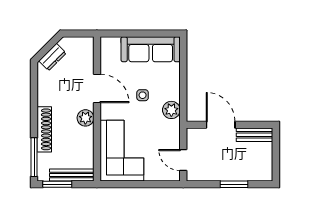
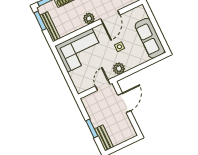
bench: (255, 135) -> (104, 138), moved
door: (183, 160) -> (103, 85), moved

